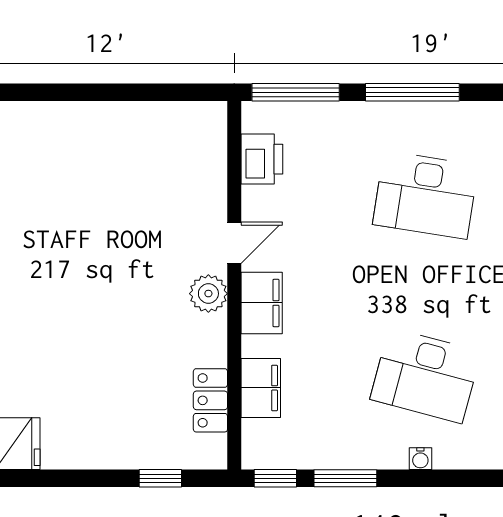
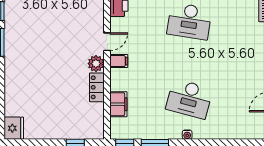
filing cabinet: (262, 303) -> (119, 61), width x0.50
locker: (210, 400) -> (97, 87), moved

